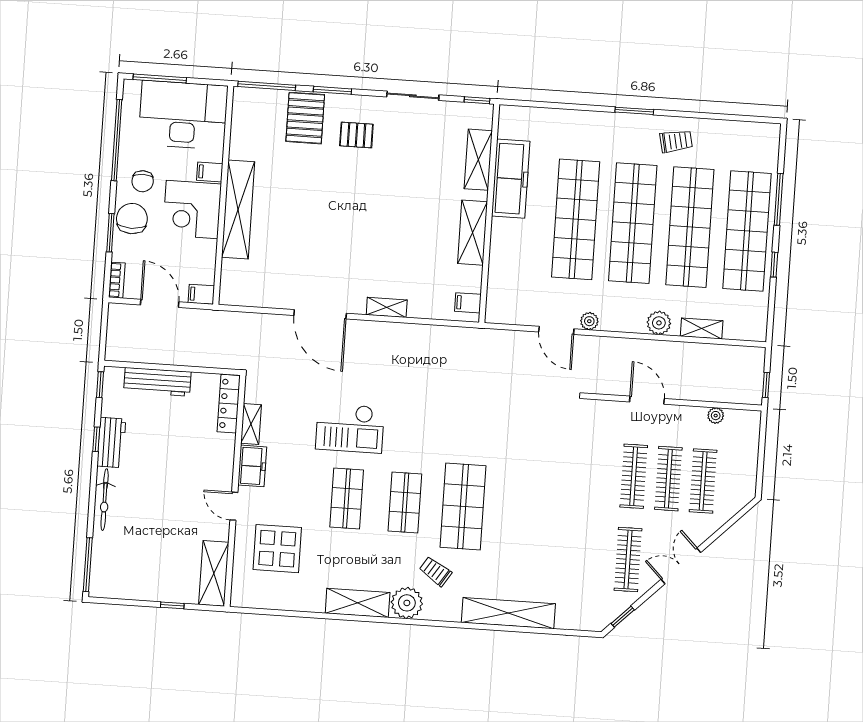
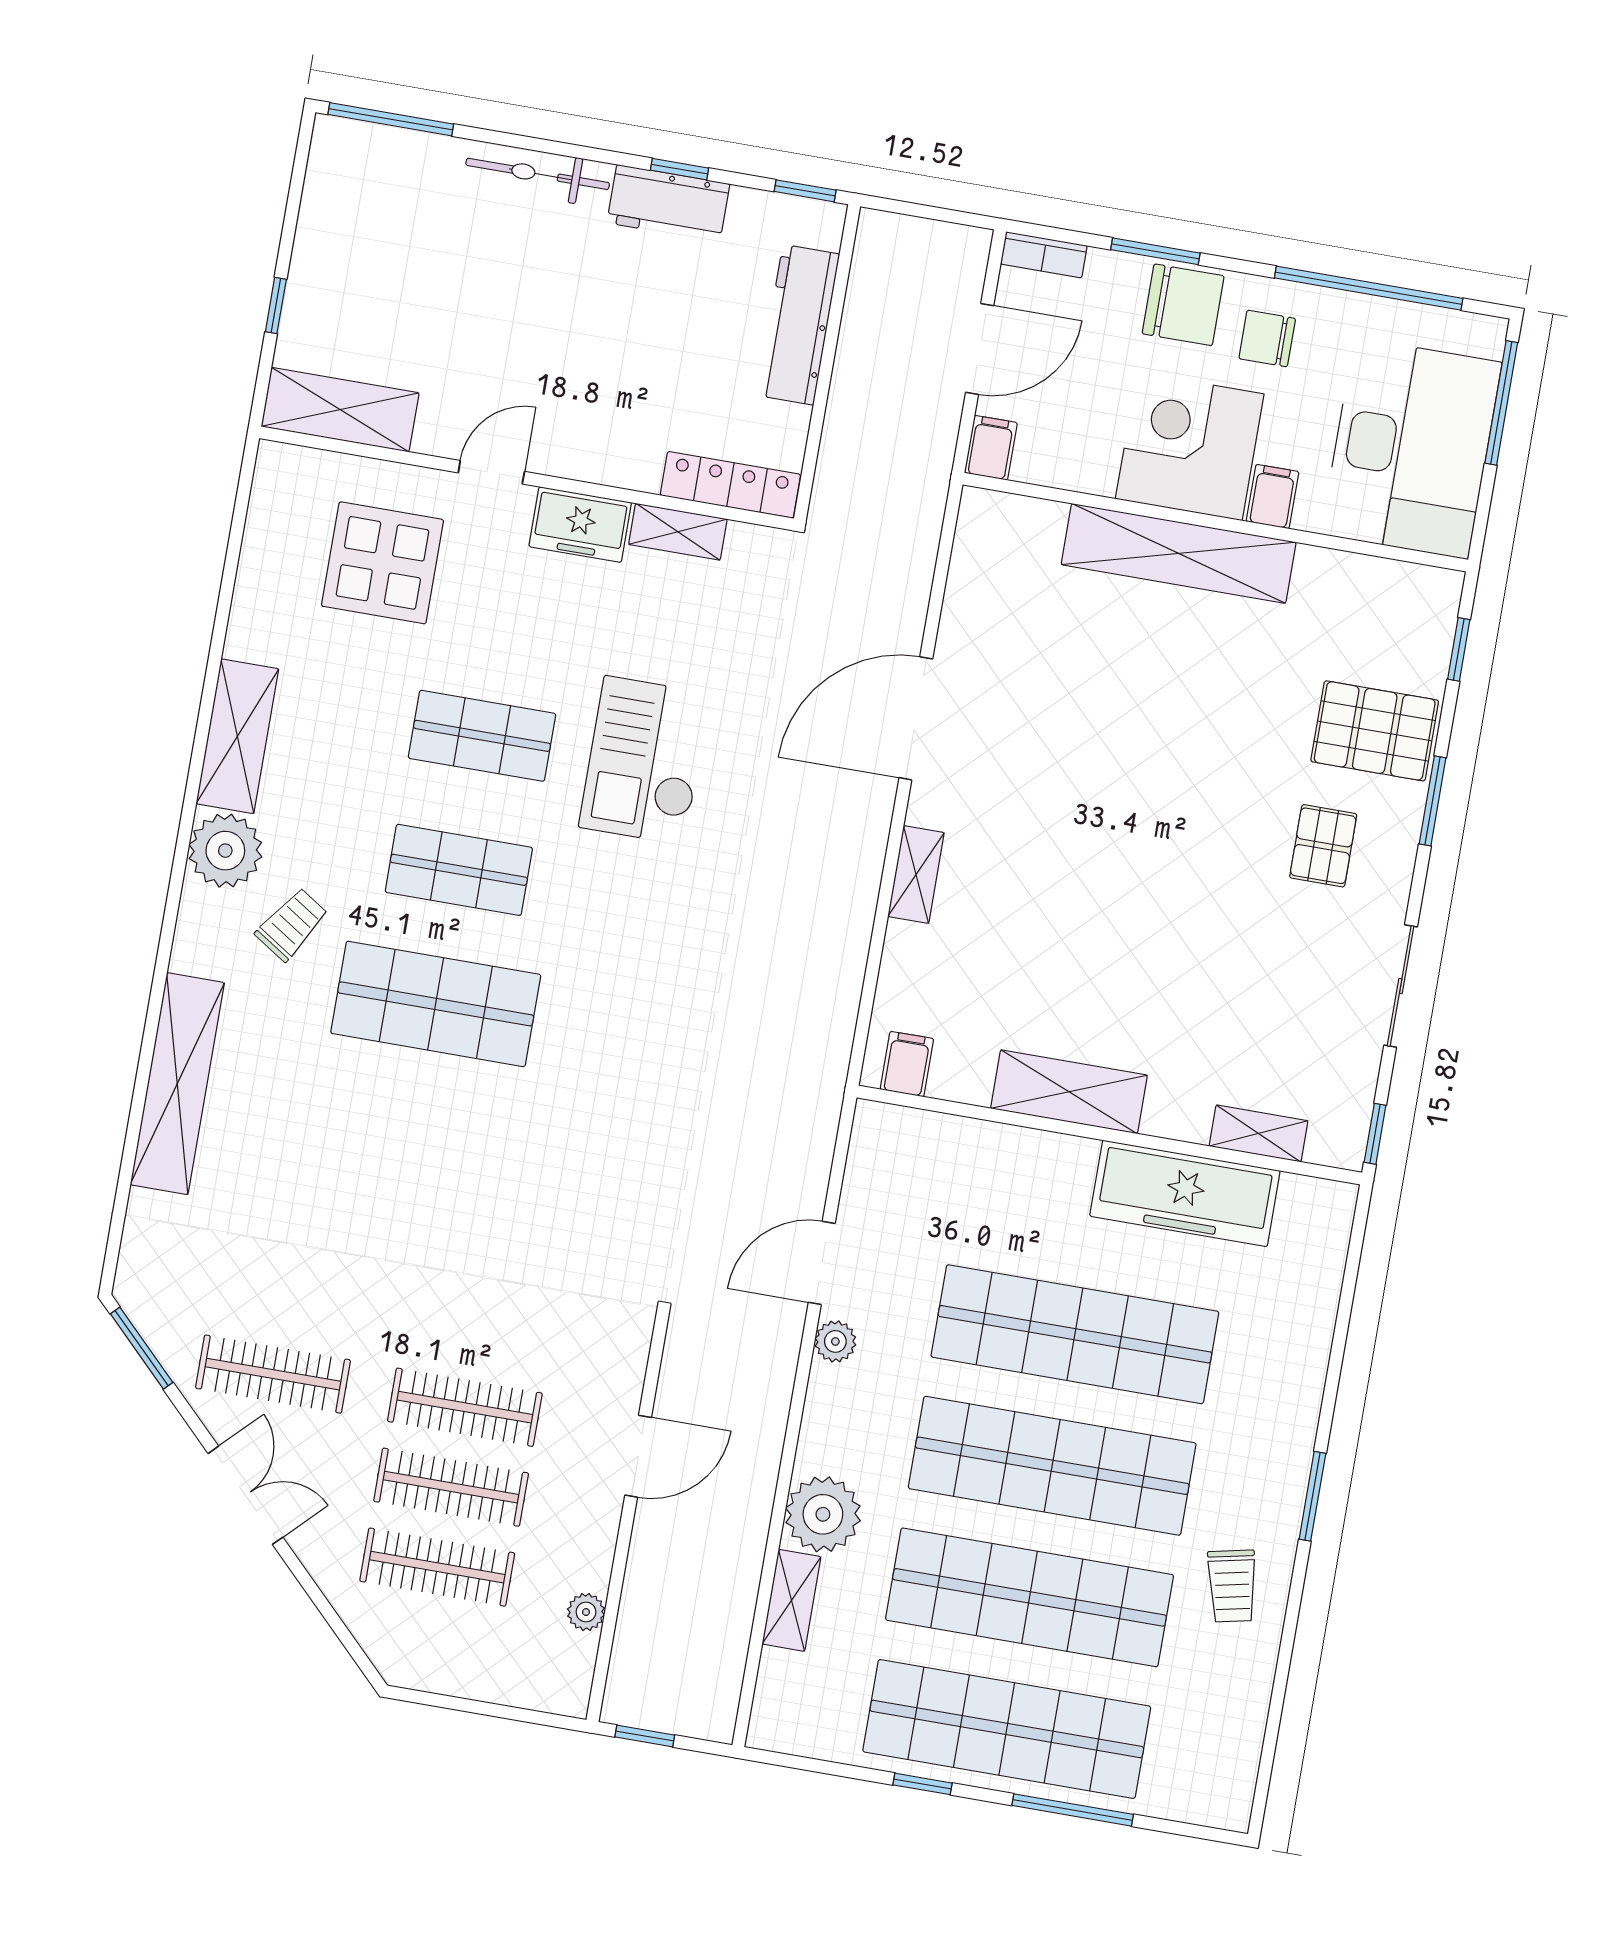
window: (267, 86) -> (1459, 649), width x0.46
shelving: (478, 160) -> (1259, 1133), width x0.67, depth x0.75
plant: (659, 323) -> (823, 1514), width x1.36, depth x1.36
window: (623, 617) -> (142, 1348), width x1.50

